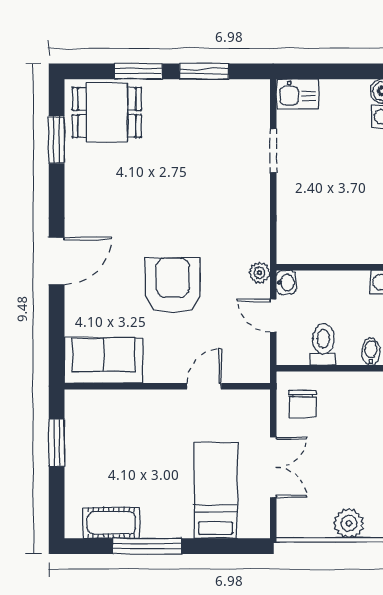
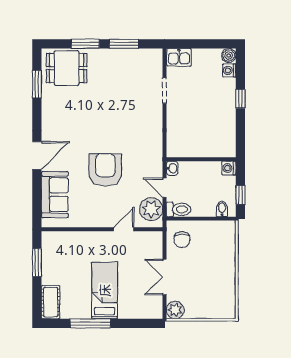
plant: (260, 273) -> (151, 209), moved, width x1.87, depth x1.87
toilet: (323, 344) -> (179, 209), moved, turned 90
sofa: (104, 360) -> (55, 195), moved, turned 90
double door: (273, 467) -> (164, 277), swing flipped
bed: (216, 490) -> (105, 290), moved
cot: (111, 523) -> (51, 302), moved, turned 90
plant: (349, 523) -> (175, 310), moved

